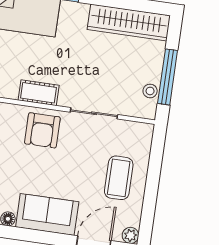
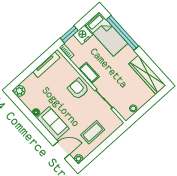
window: (168, 77) -> (145, 109), removed
armchair: (42, 130) -> (78, 89), turned 90

